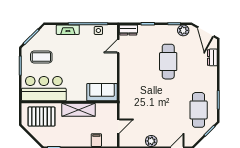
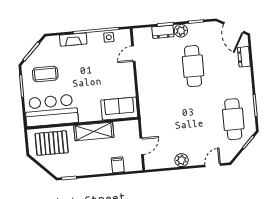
dresser: (128, 30) -> (163, 32), moved
plant: (183, 30) -> (181, 31), moved

